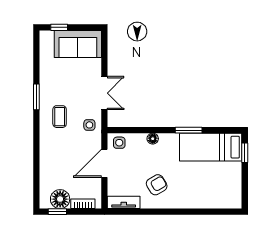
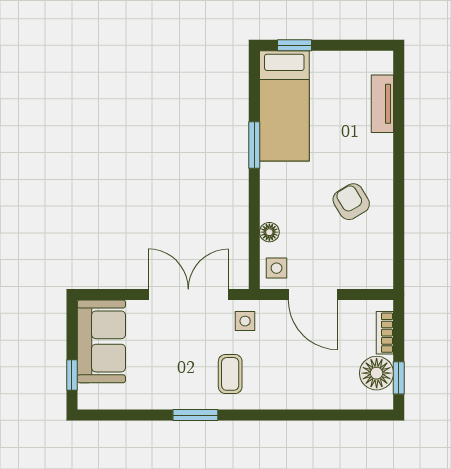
double door: (104, 93) -> (188, 295), width x1.37
coffee table: (60, 117) -> (230, 374), turned 90
floor lamp: (153, 139) -> (269, 232), moved
tv unit: (124, 202) -> (382, 104), moved

